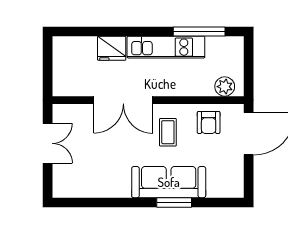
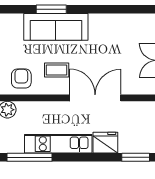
window: (77, 31) -> (136, 157), added
coffee table: (168, 132) -> (57, 70), turned 90

